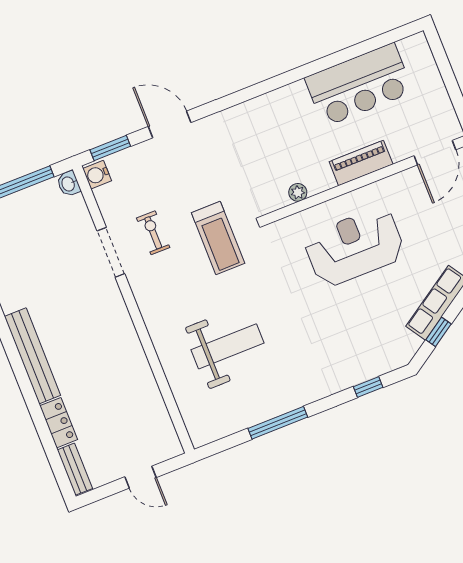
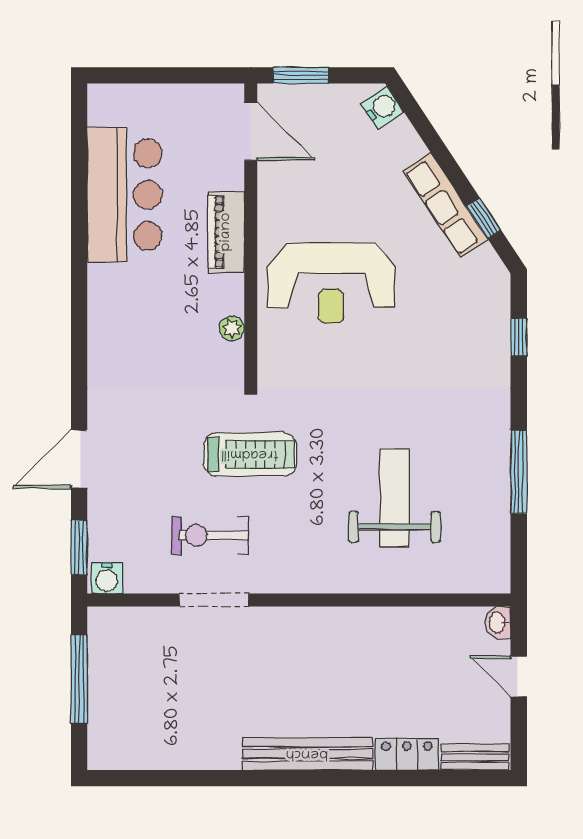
washbasin: (69, 184) -> (498, 623), moved, turned 90
exercise bike: (153, 233) -> (210, 535), width x1.38, depth x1.39
reception desk: (354, 247) -> (331, 283), turned -90
door: (141, 477) -> (519, 676), swing flipped

